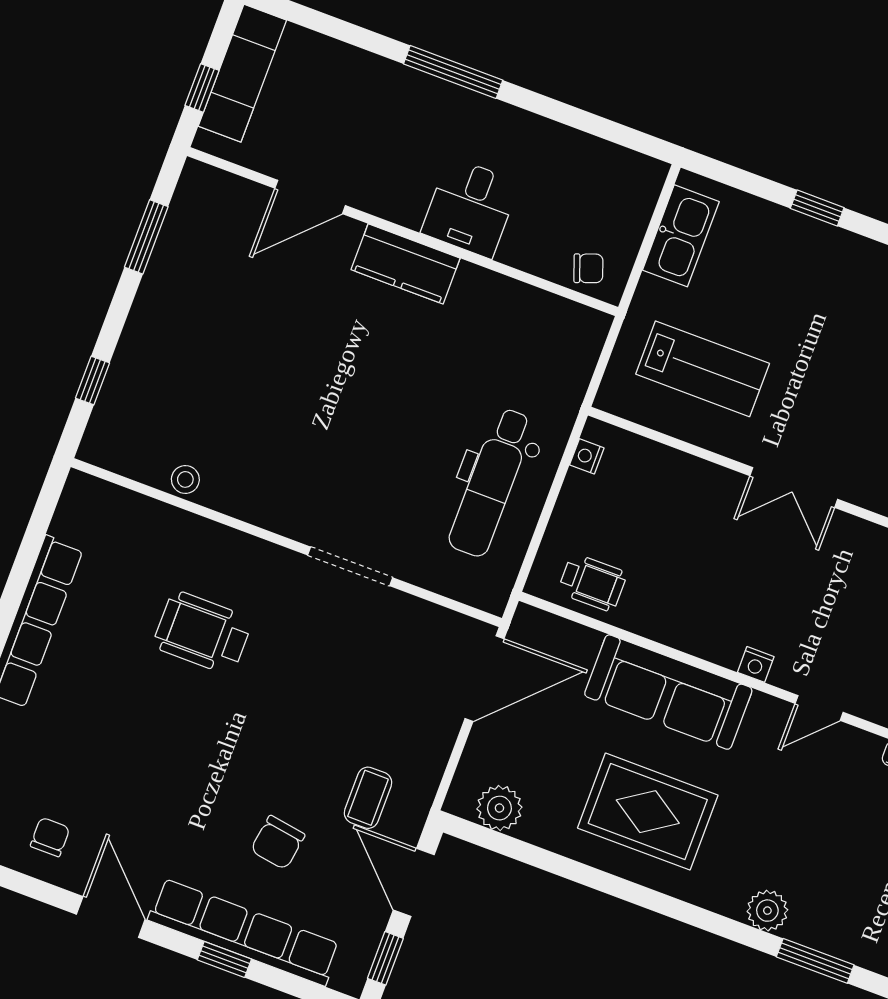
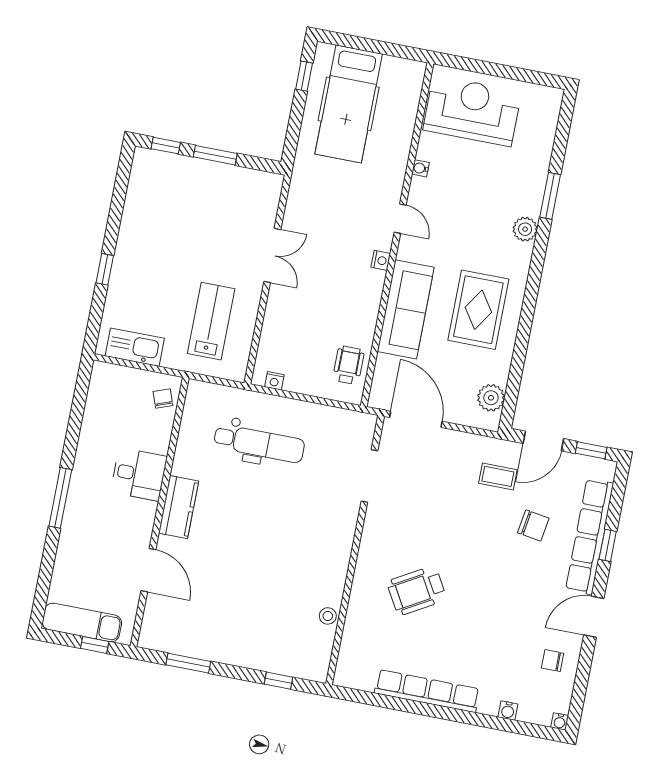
dental chair: (491, 482) -> (259, 443), moved
doorway: (350, 566) -> (369, 476), moved
wheelchair: (203, 633) -> (417, 591), turned 60

